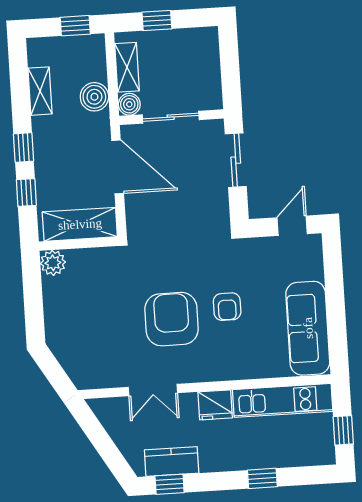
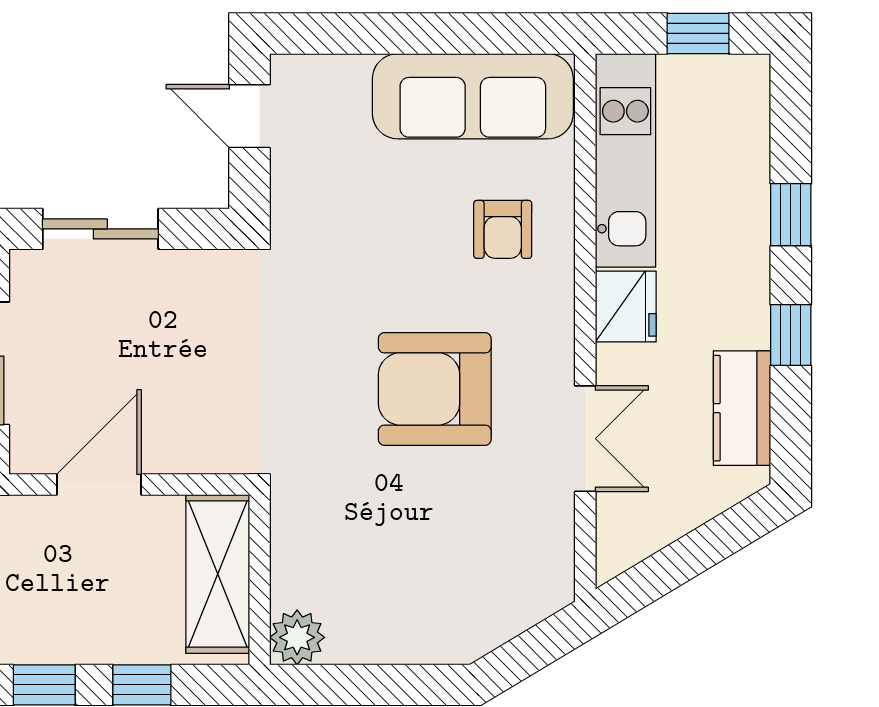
door: (118, 167) -> (99, 484), width x0.73
armchair: (227, 307) -> (503, 229), moved, turned 90
window: (170, 484) -> (791, 335), moved

